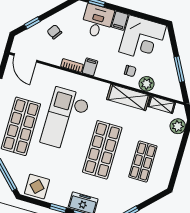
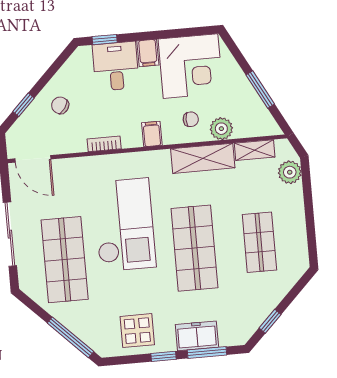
filing cabinet: (90, 67) -> (152, 134), moved
checkout: (65, 119) -> (124, 225), turned 180
display table: (37, 187) -> (137, 331), moved

